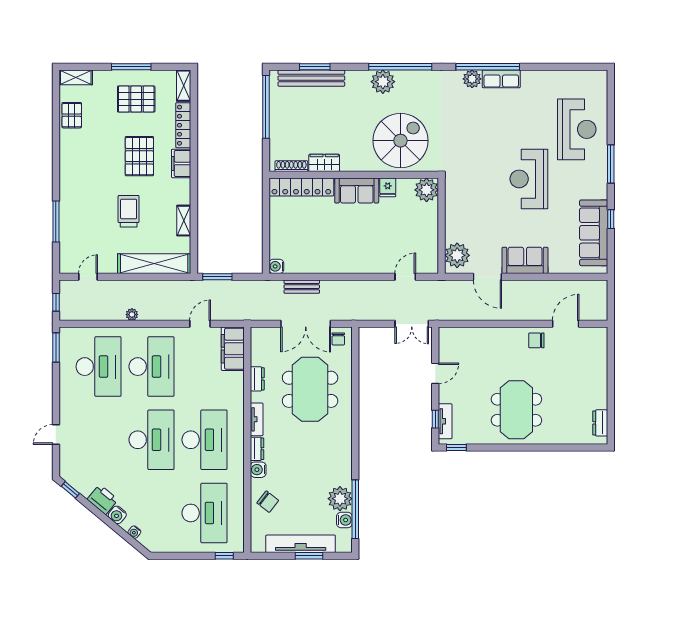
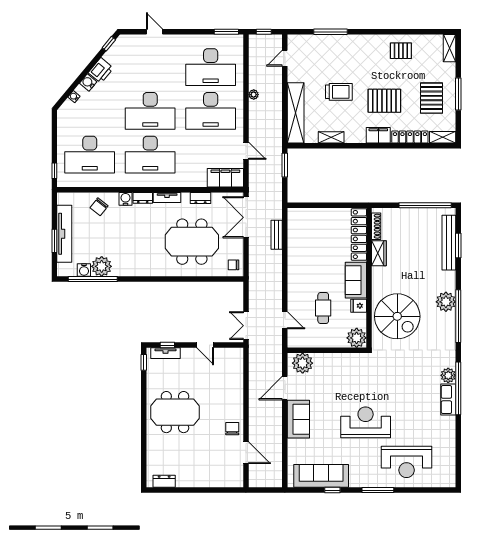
pallet: (72, 115) -> (401, 51), moved
cafe table: (390, 230) -> (323, 308), added
water cooler: (276, 266) -> (293, 214), removed
door: (88, 277) -> (285, 58), swing flipped
double door: (306, 324) -> (246, 217), moved

